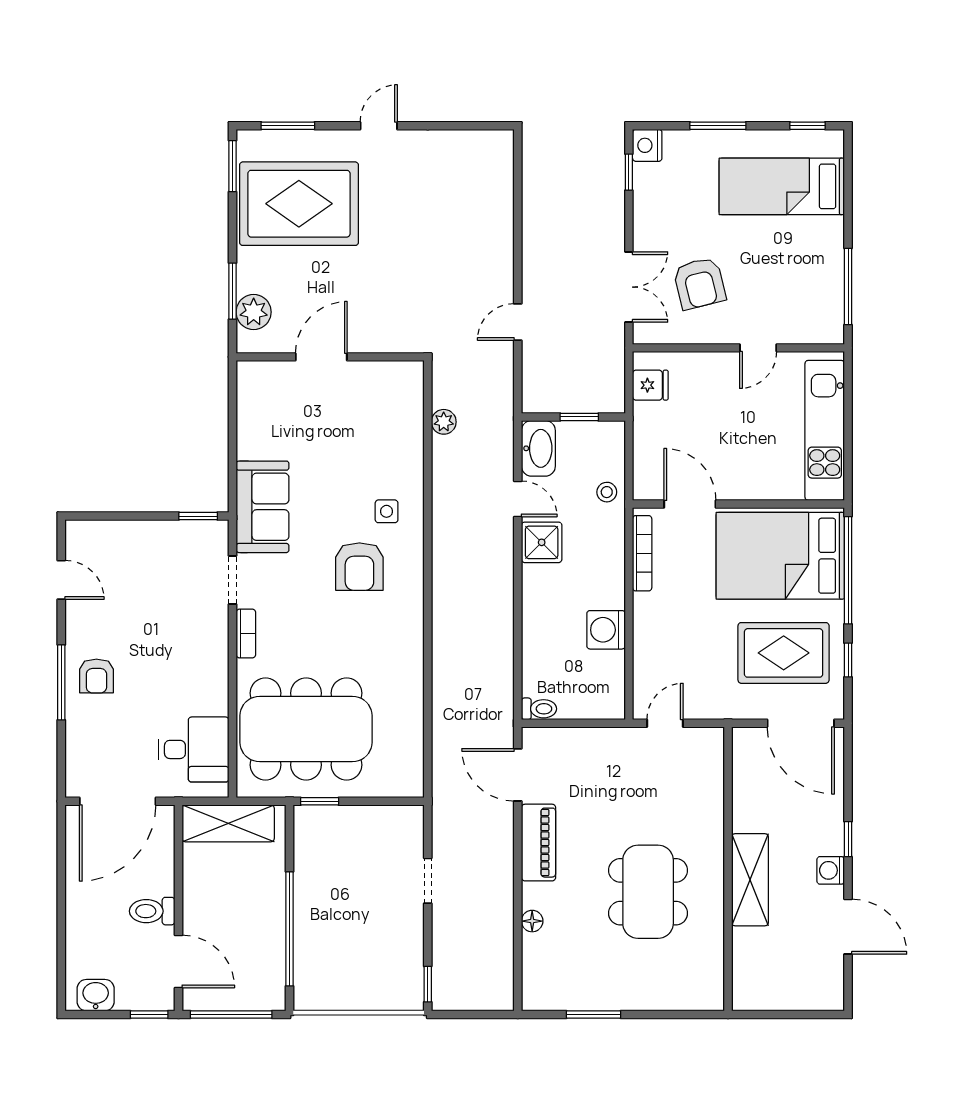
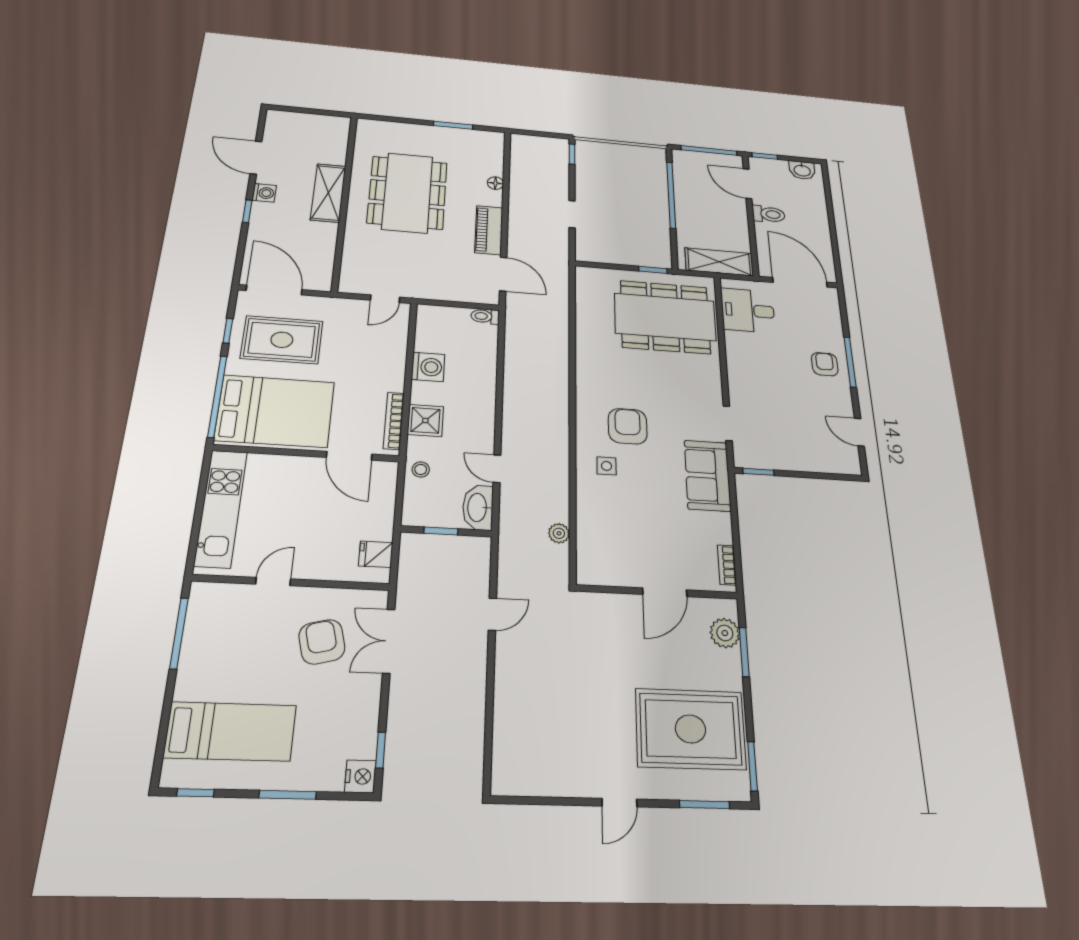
shower: (542, 542) -> (425, 420), moved
bookcase: (246, 633) -> (727, 565), moved
door: (118, 801) -> (800, 282), hinge flipped
dining table: (648, 892) -> (407, 193), width x1.36, depth x1.24

